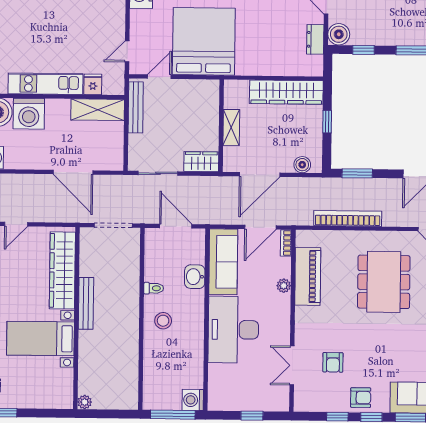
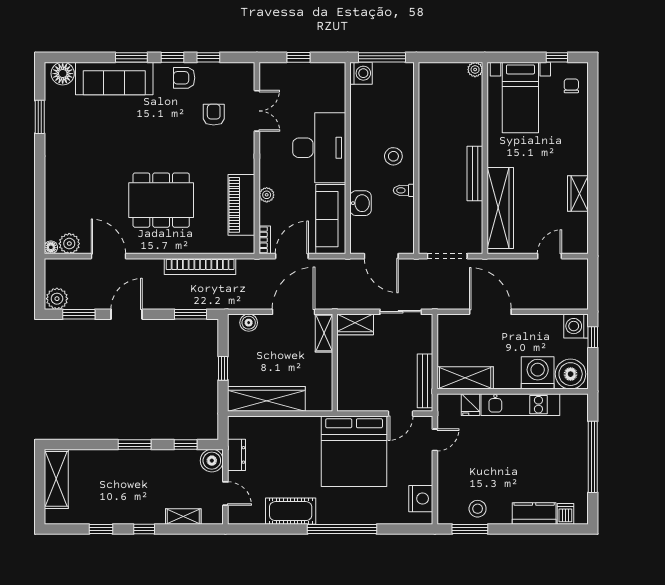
shelving: (231, 127) -> (324, 333), moved
dining table: (384, 282) -> (161, 200), turned 90
bed with nightstands: (40, 339) -> (520, 97), moved, turned 90

